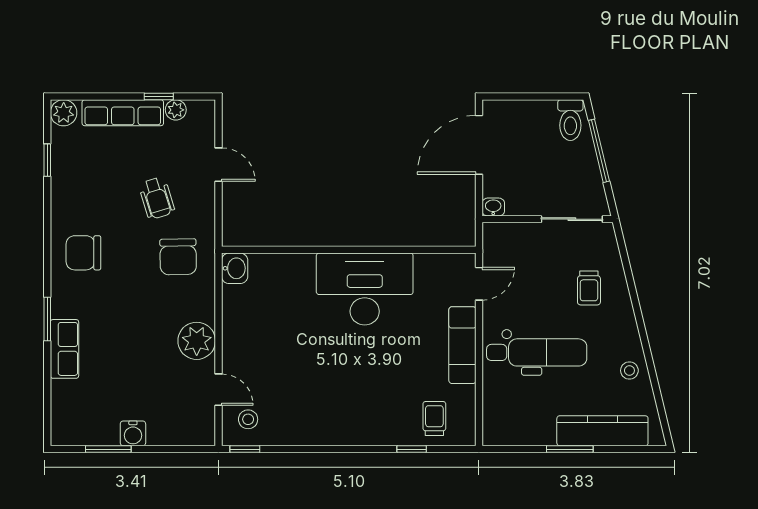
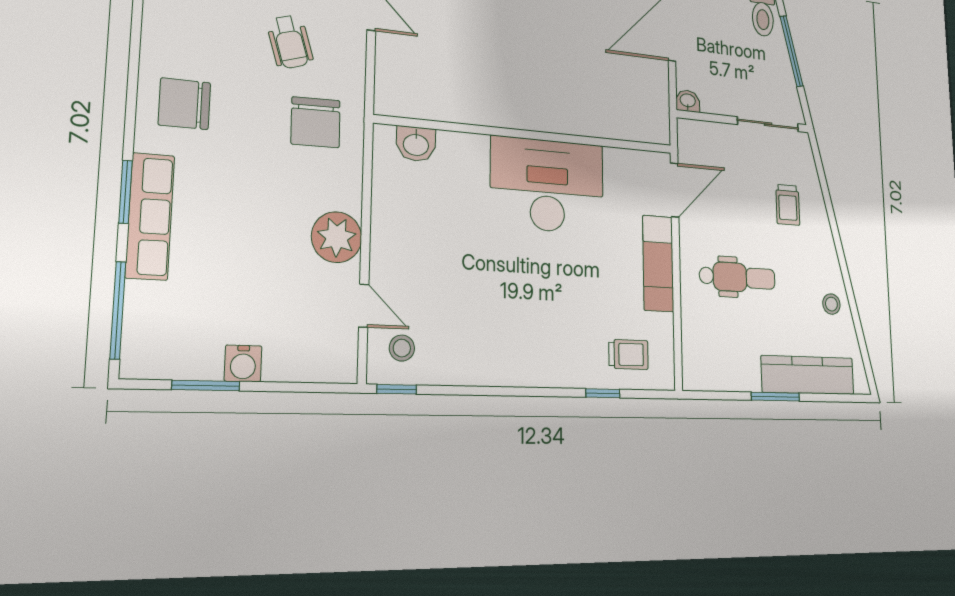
washbasin: (235, 268) -> (416, 144), moved, turned 90
door: (479, 284) -> (675, 190), width x1.38
row of seats: (64, 349) -> (150, 216), width x1.48
dental chair: (537, 352) -> (737, 277), width x0.73, depth x0.72
window: (47, 400) -> (118, 310), added
trolley: (434, 419) -> (628, 354), turned 90

